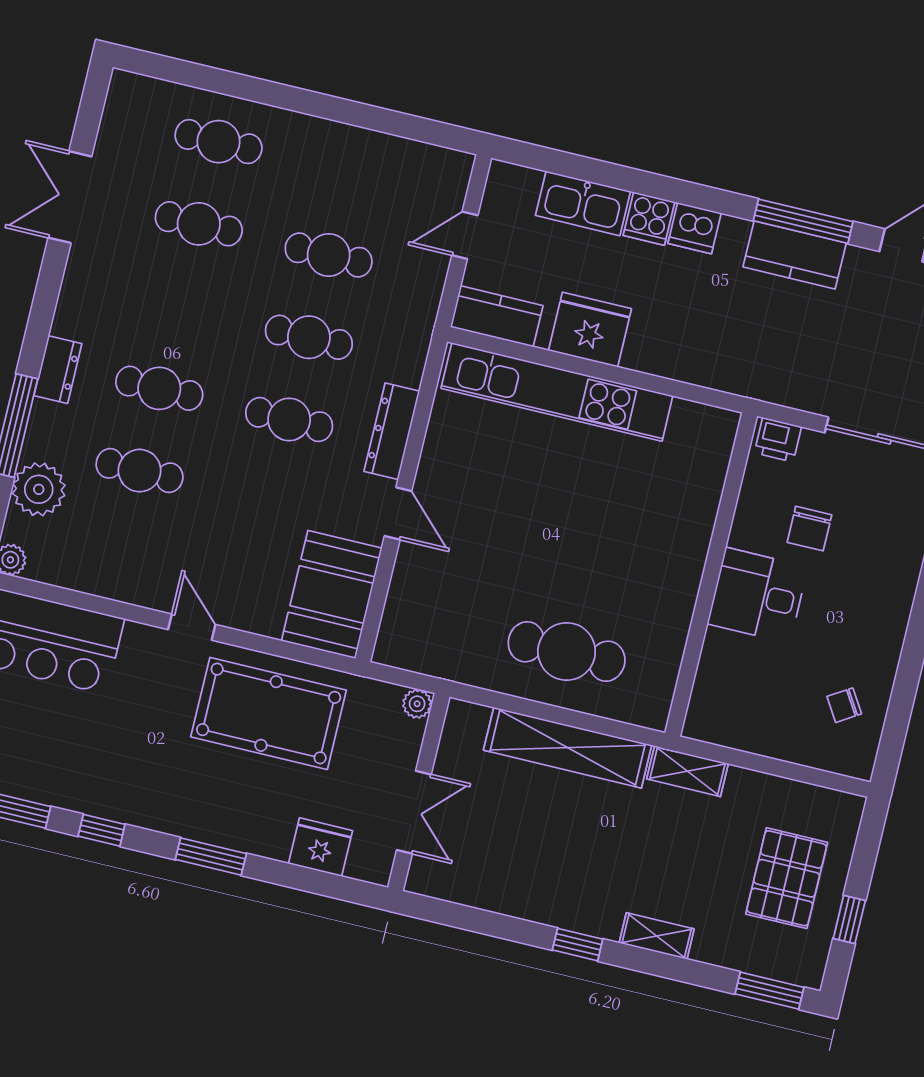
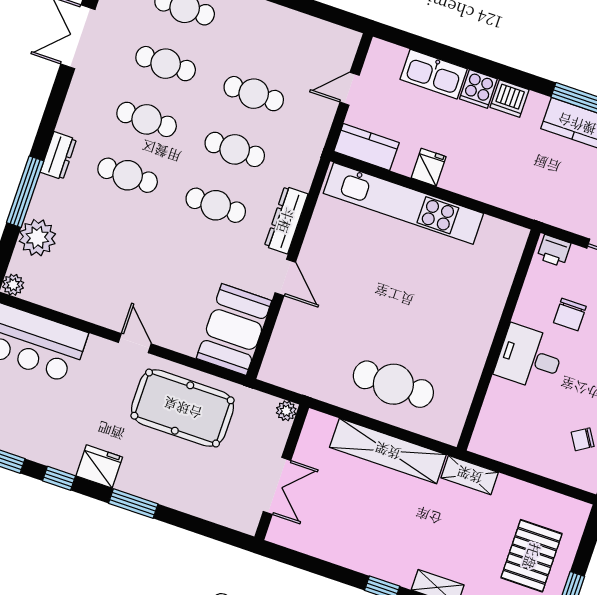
fridge: (590, 330) -> (429, 167), width x0.53, depth x0.75
cafe table: (140, 471) -> (147, 119), moved
fridge: (320, 847) -> (99, 466), moved

